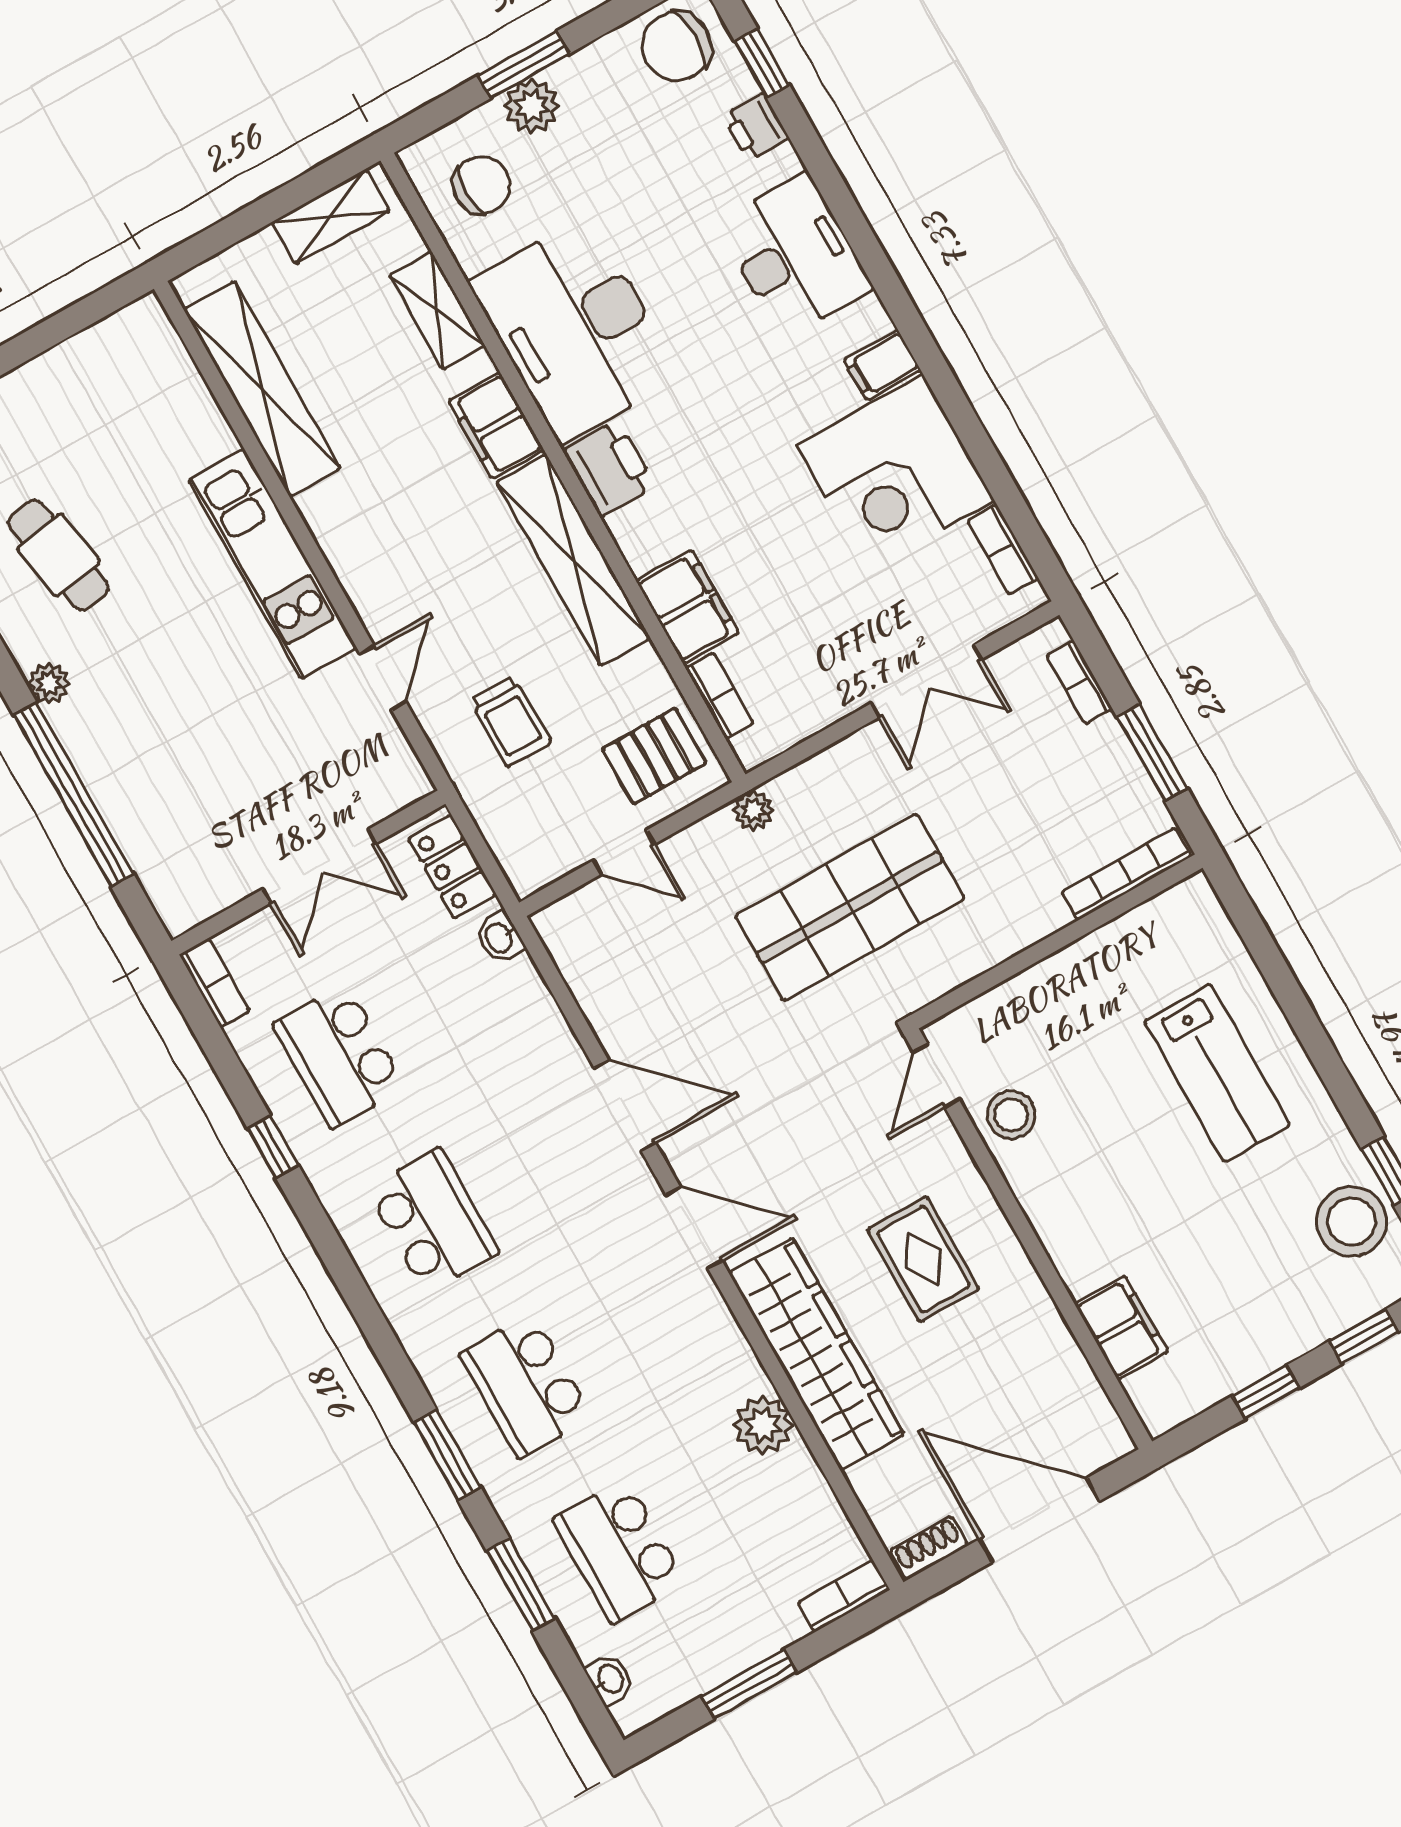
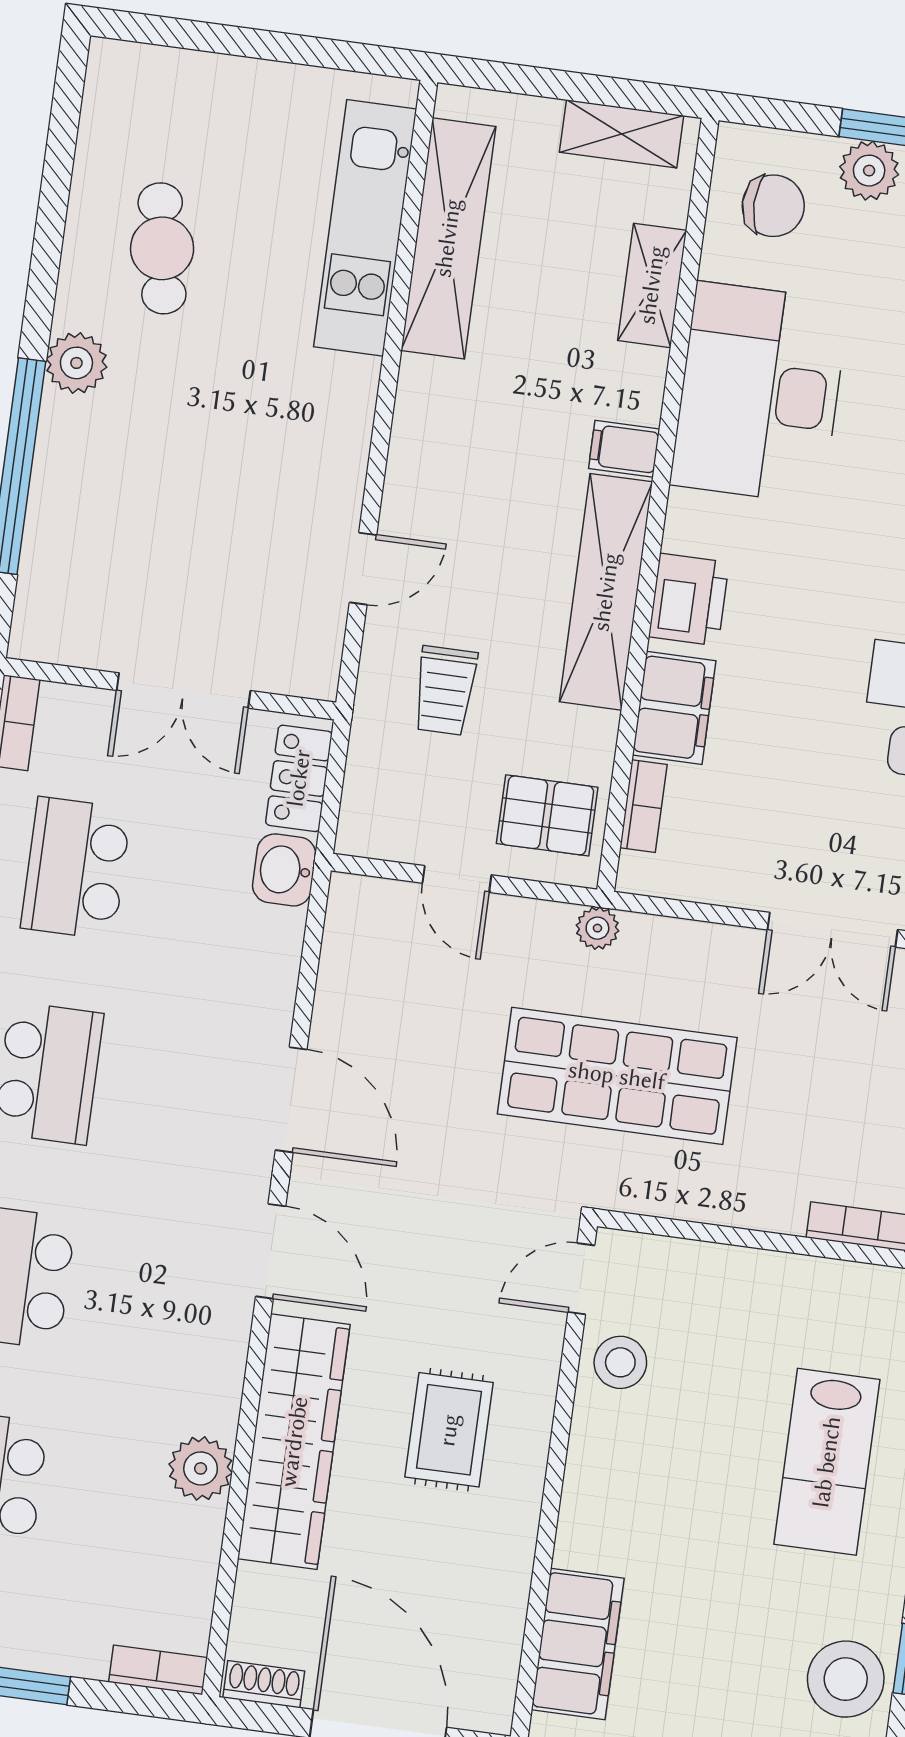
filing cabinet: (496, 426) -> (624, 449), width x0.50
printer: (609, 468) -> (689, 600), moved
kitchen unit: (273, 564) -> (365, 228), moved
plant: (49, 683) -> (76, 363), width x1.38, depth x1.38
washbasin: (500, 937) -> (284, 870), width x1.38, depth x1.45
filing cabinet: (1121, 1328) -> (578, 1644), width x1.50, depth x1.17

